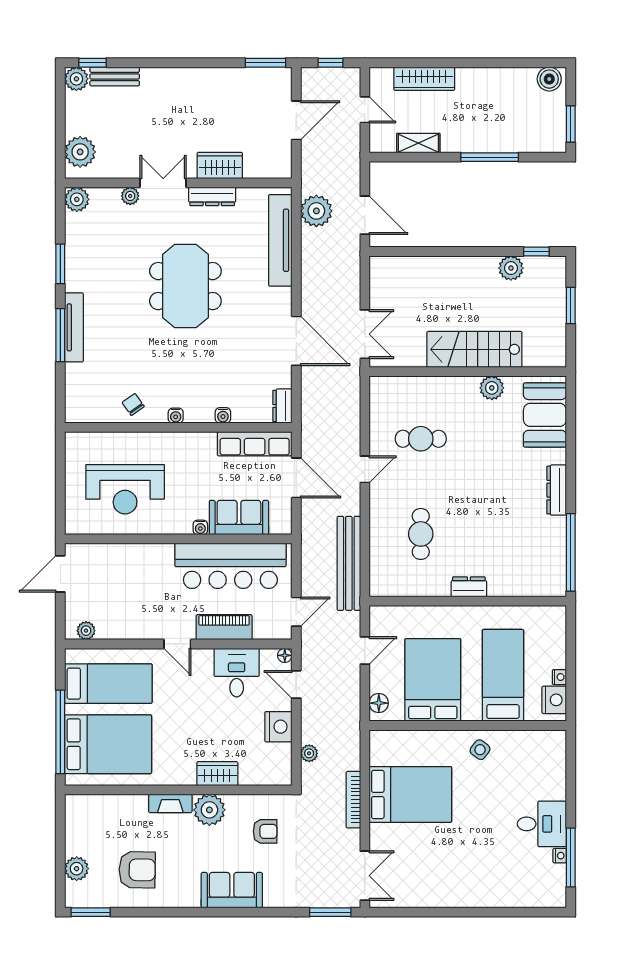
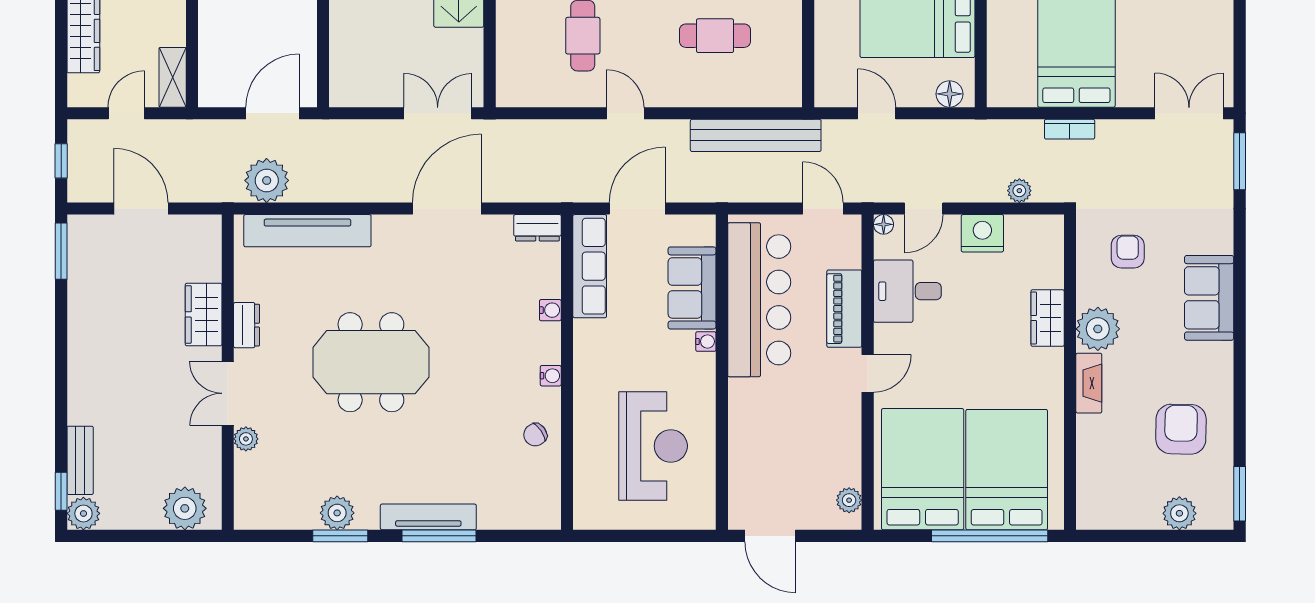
shelving: (418, 143) -> (173, 77), moved
dresser: (212, 196) -> (246, 325), width x0.70
plant: (77, 199) -> (337, 513), moved
bed: (108, 684) -> (923, 469), width x1.50
bookcase: (353, 800) -> (1070, 129), width x0.64

